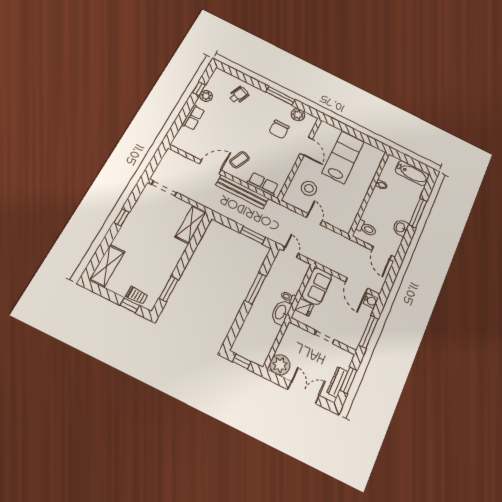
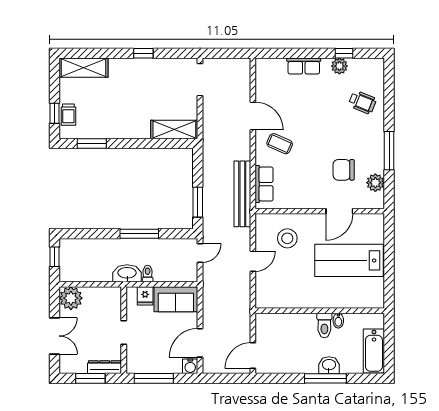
lab bench: (343, 157) -> (349, 260), turned 180
bench: (242, 192) -> (242, 194), moved
toilet: (366, 228) -> (324, 325), moved
washbasin: (401, 228) -> (329, 365), moved
dresser: (337, 382) -> (105, 367), moved

